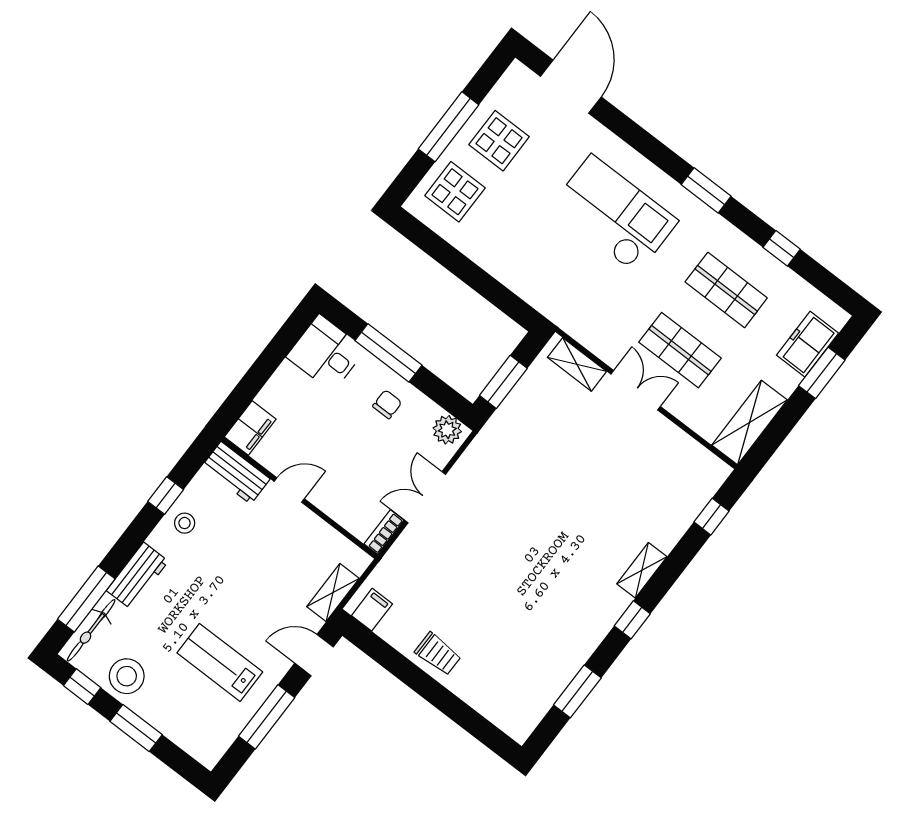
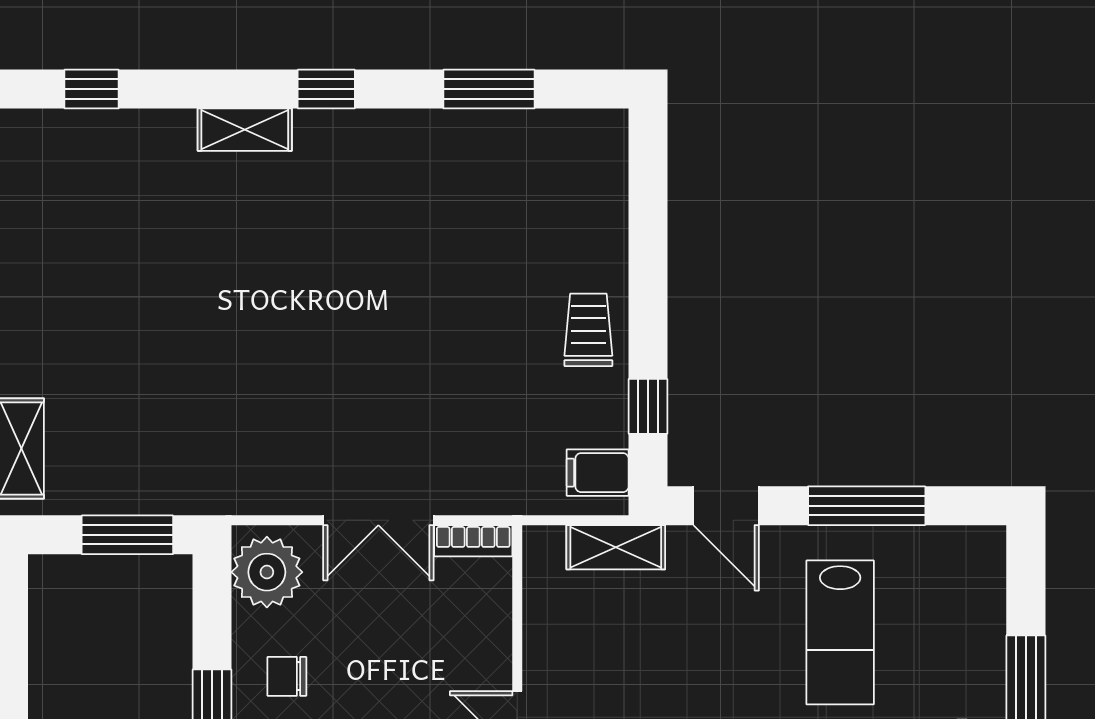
plant: (447, 430) -> (267, 572), width x1.36, depth x1.36
window: (384, 654) -> (648, 406), added

